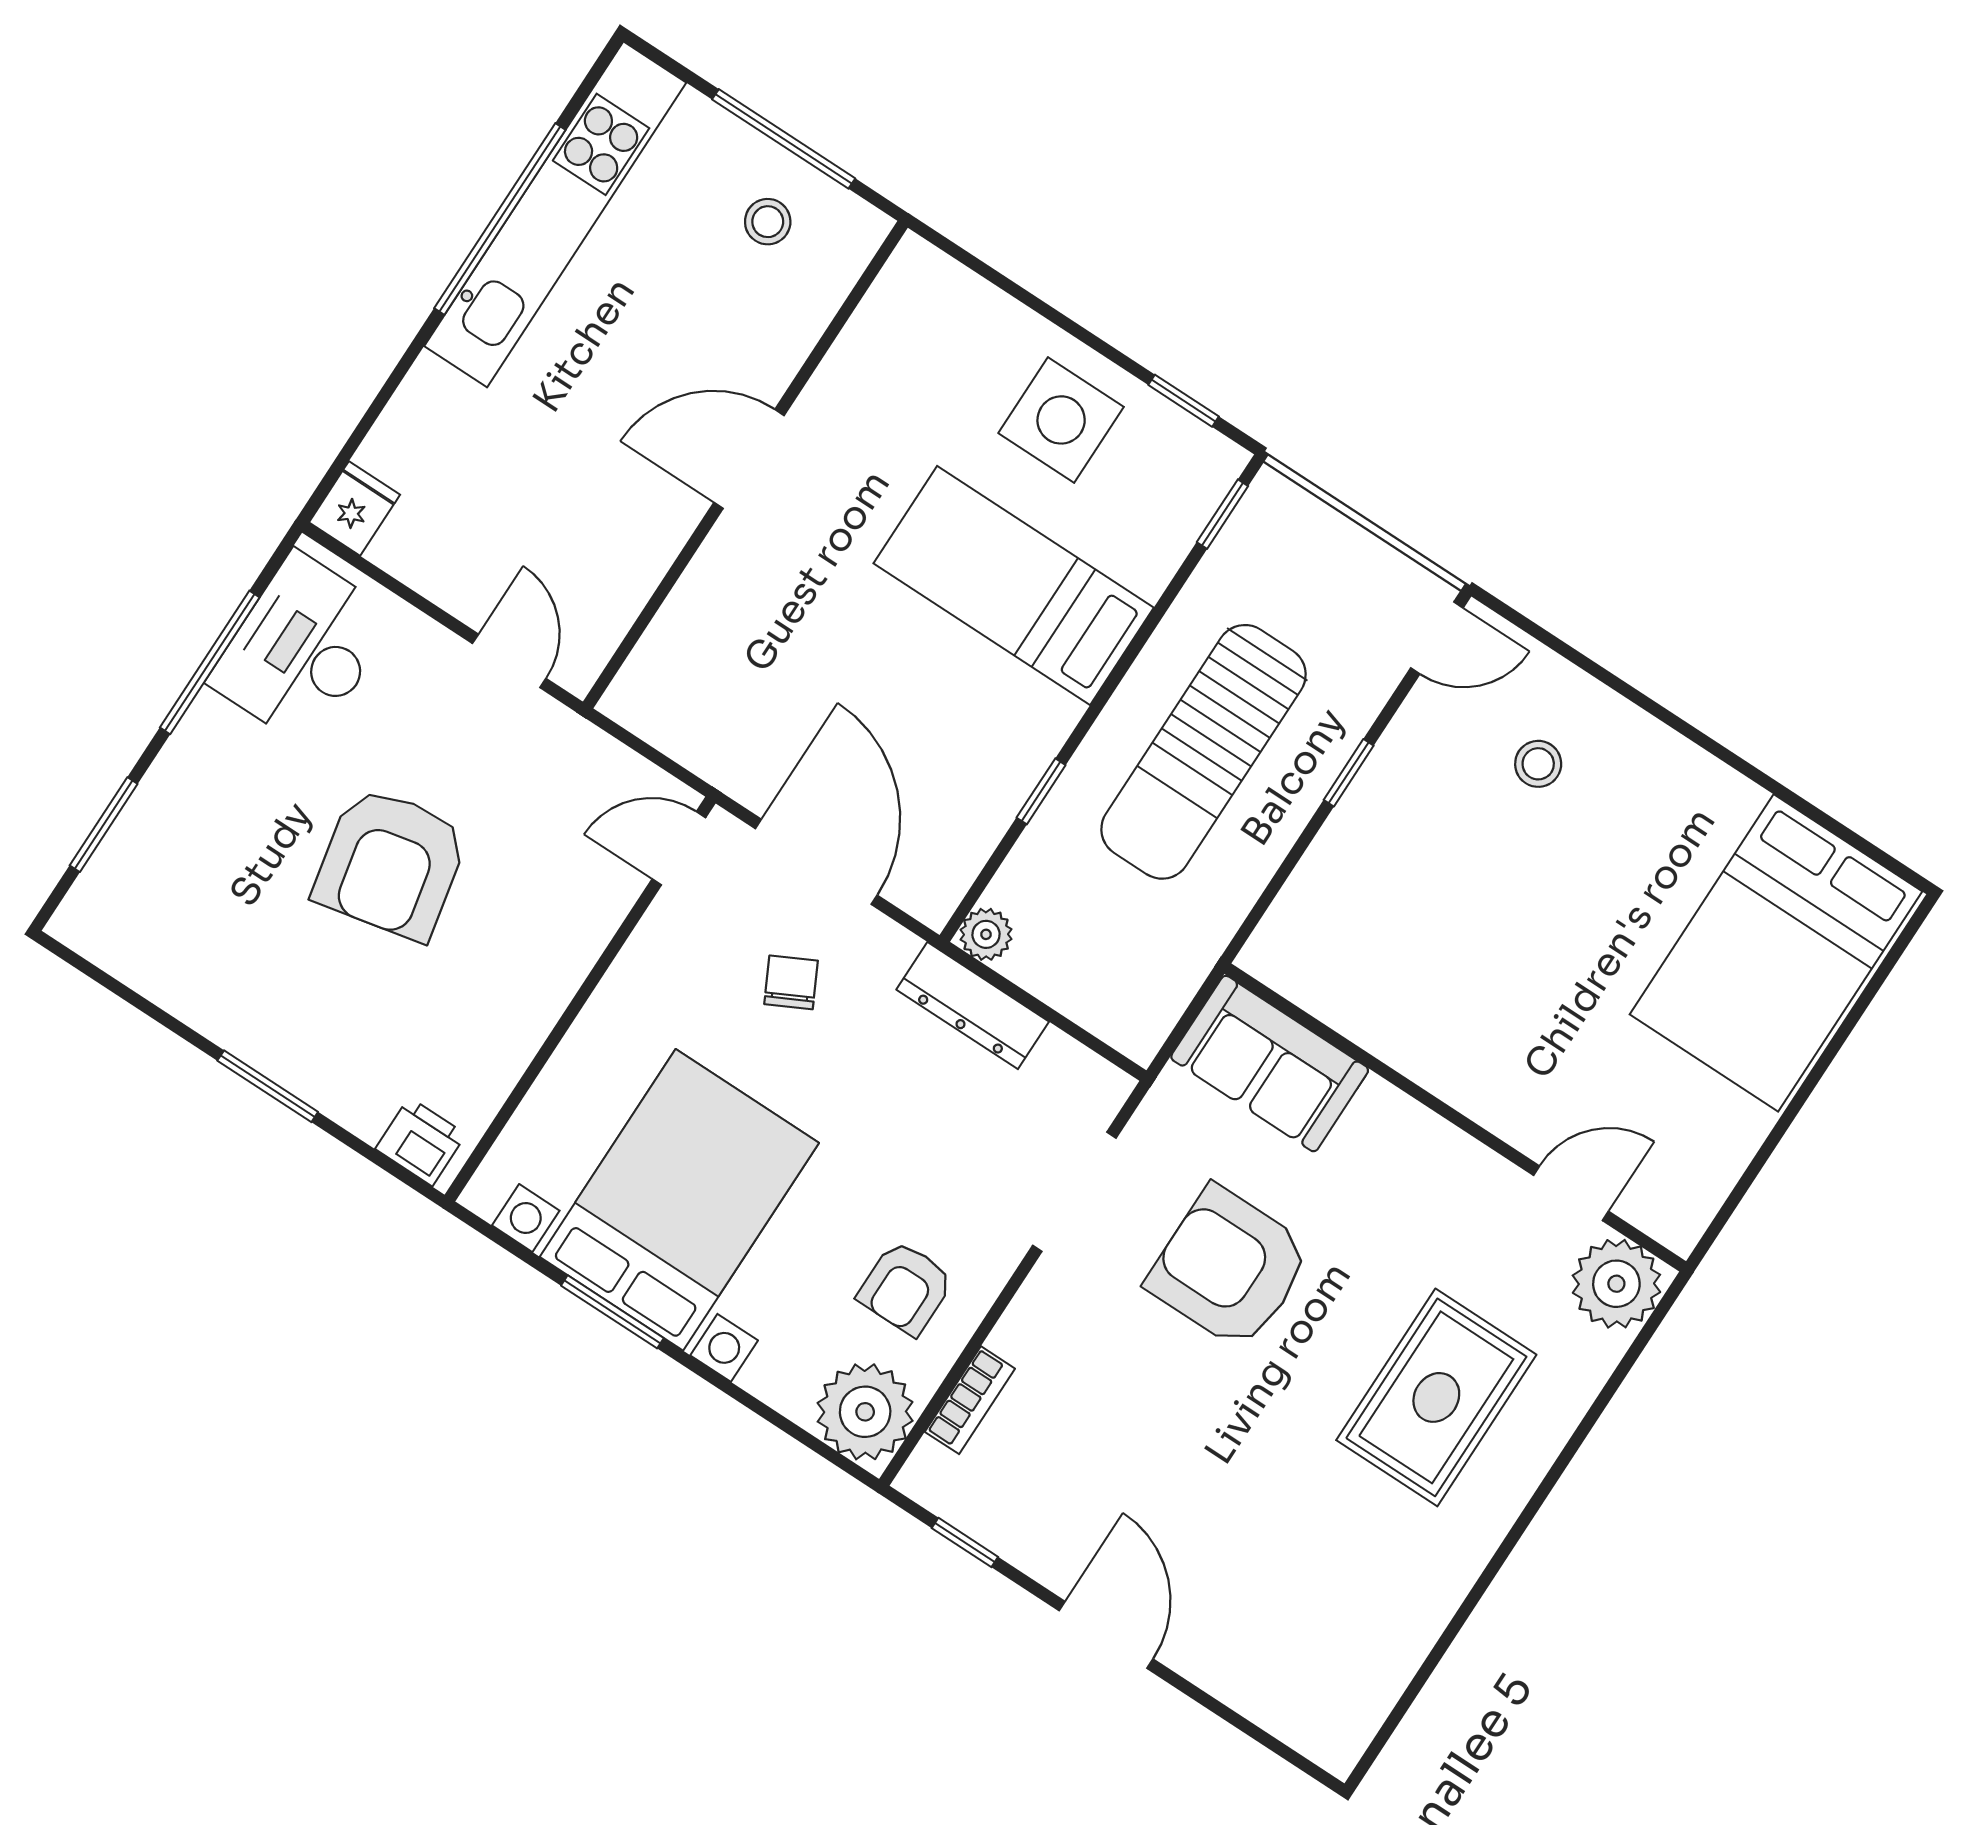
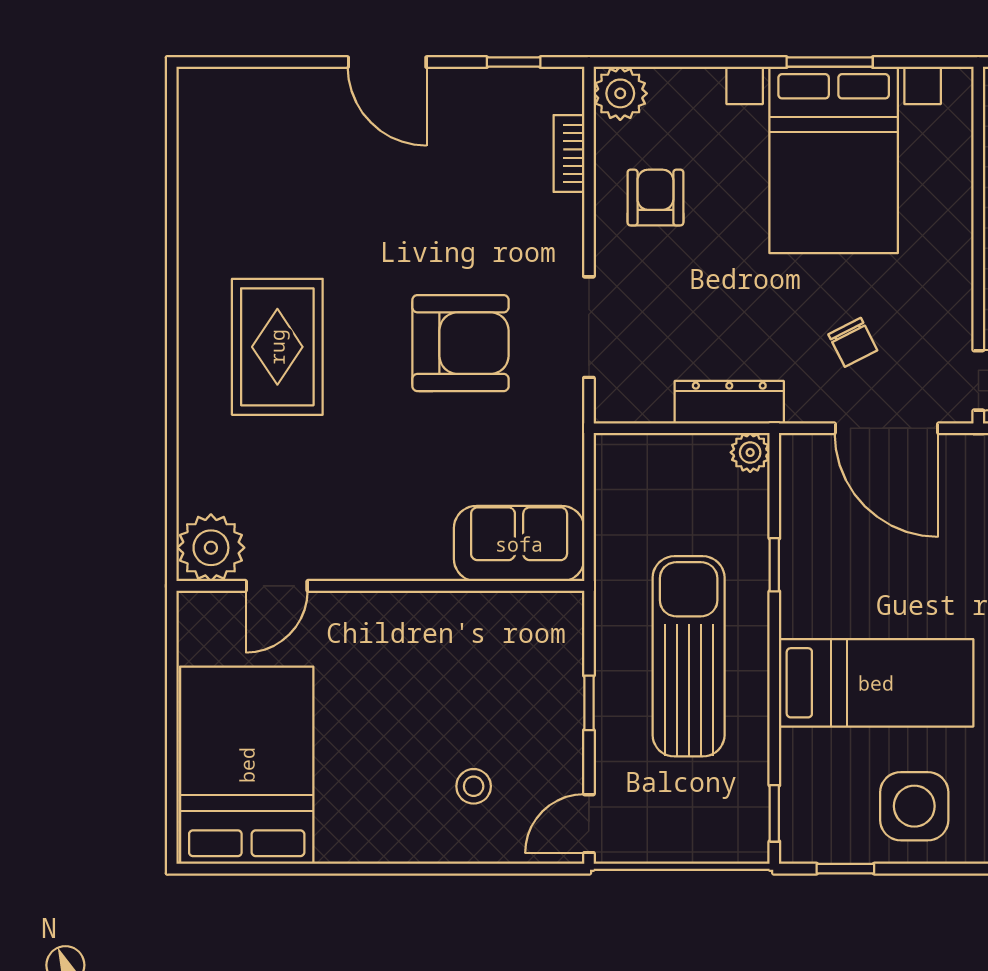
sofa: (1270, 1064) -> (519, 544), moved
wall: (1455, 1118) -> (380, 586), moved
door: (1571, 1193) -> (277, 586), moved
plant: (1616, 1284) -> (211, 548), moved
plant: (865, 1412) -> (620, 93), width x0.73, depth x0.73

